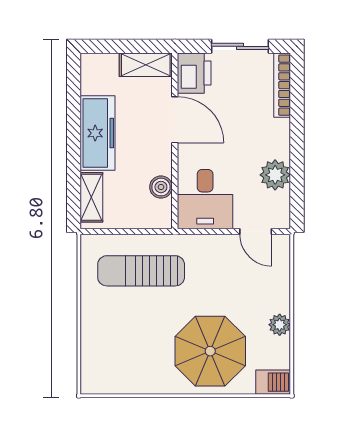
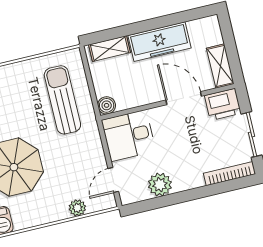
door: (175, 120) -> (184, 98), swing flipped
boiler: (161, 187) -> (107, 105), moved
plant: (280, 325) -> (77, 208), moved

